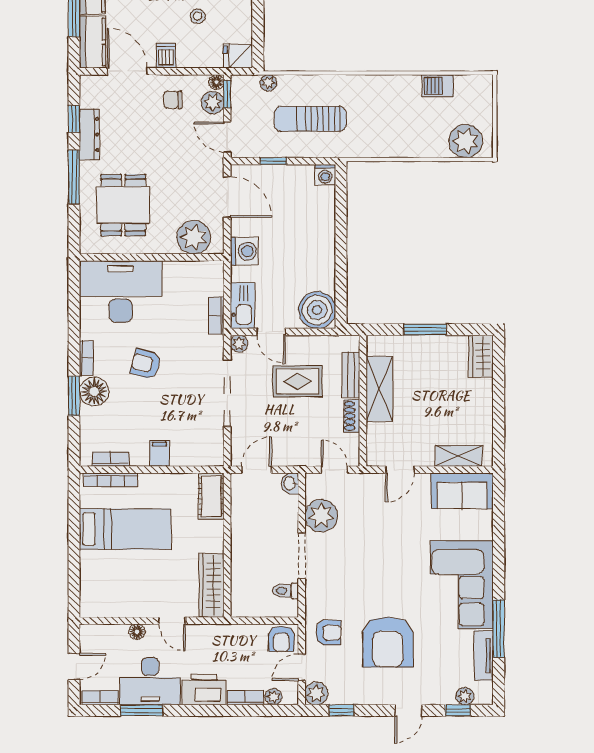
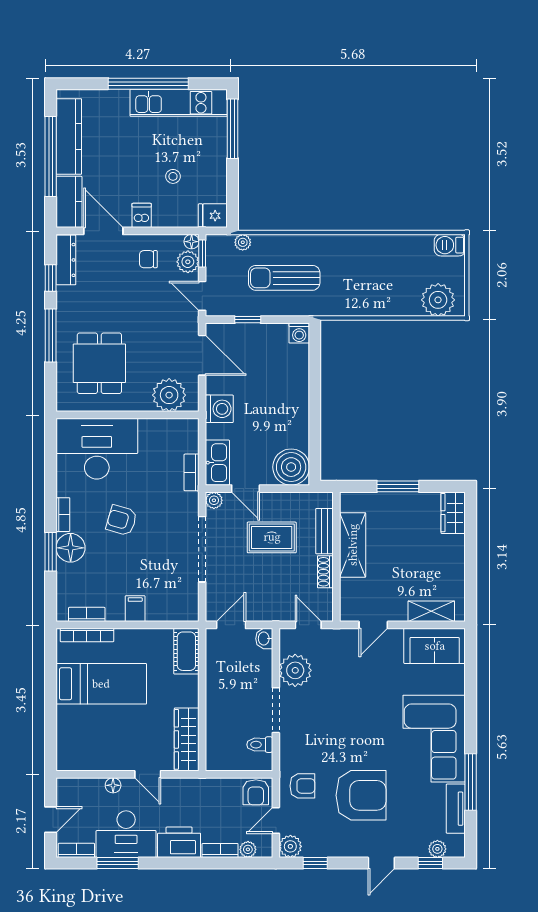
barbecue: (438, 86) -> (450, 245), moved
dresser: (89, 134) -> (66, 260), moved
armchair: (388, 642) -> (361, 795), turned -90

